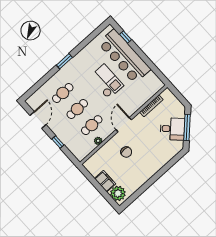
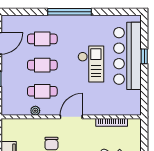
window: (126, 37) -> (144, 56), moved
window: (64, 61) -> (69, 12), width x2.11

